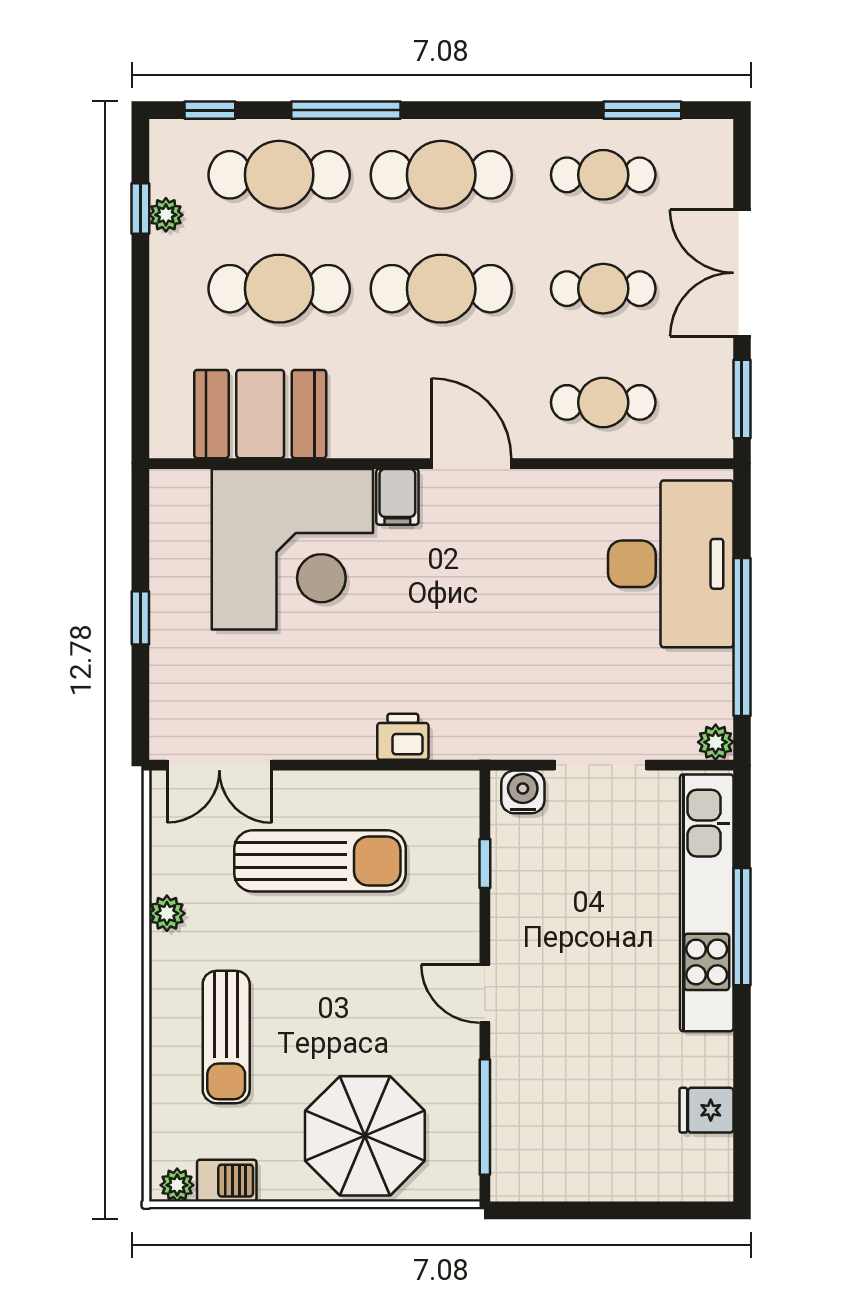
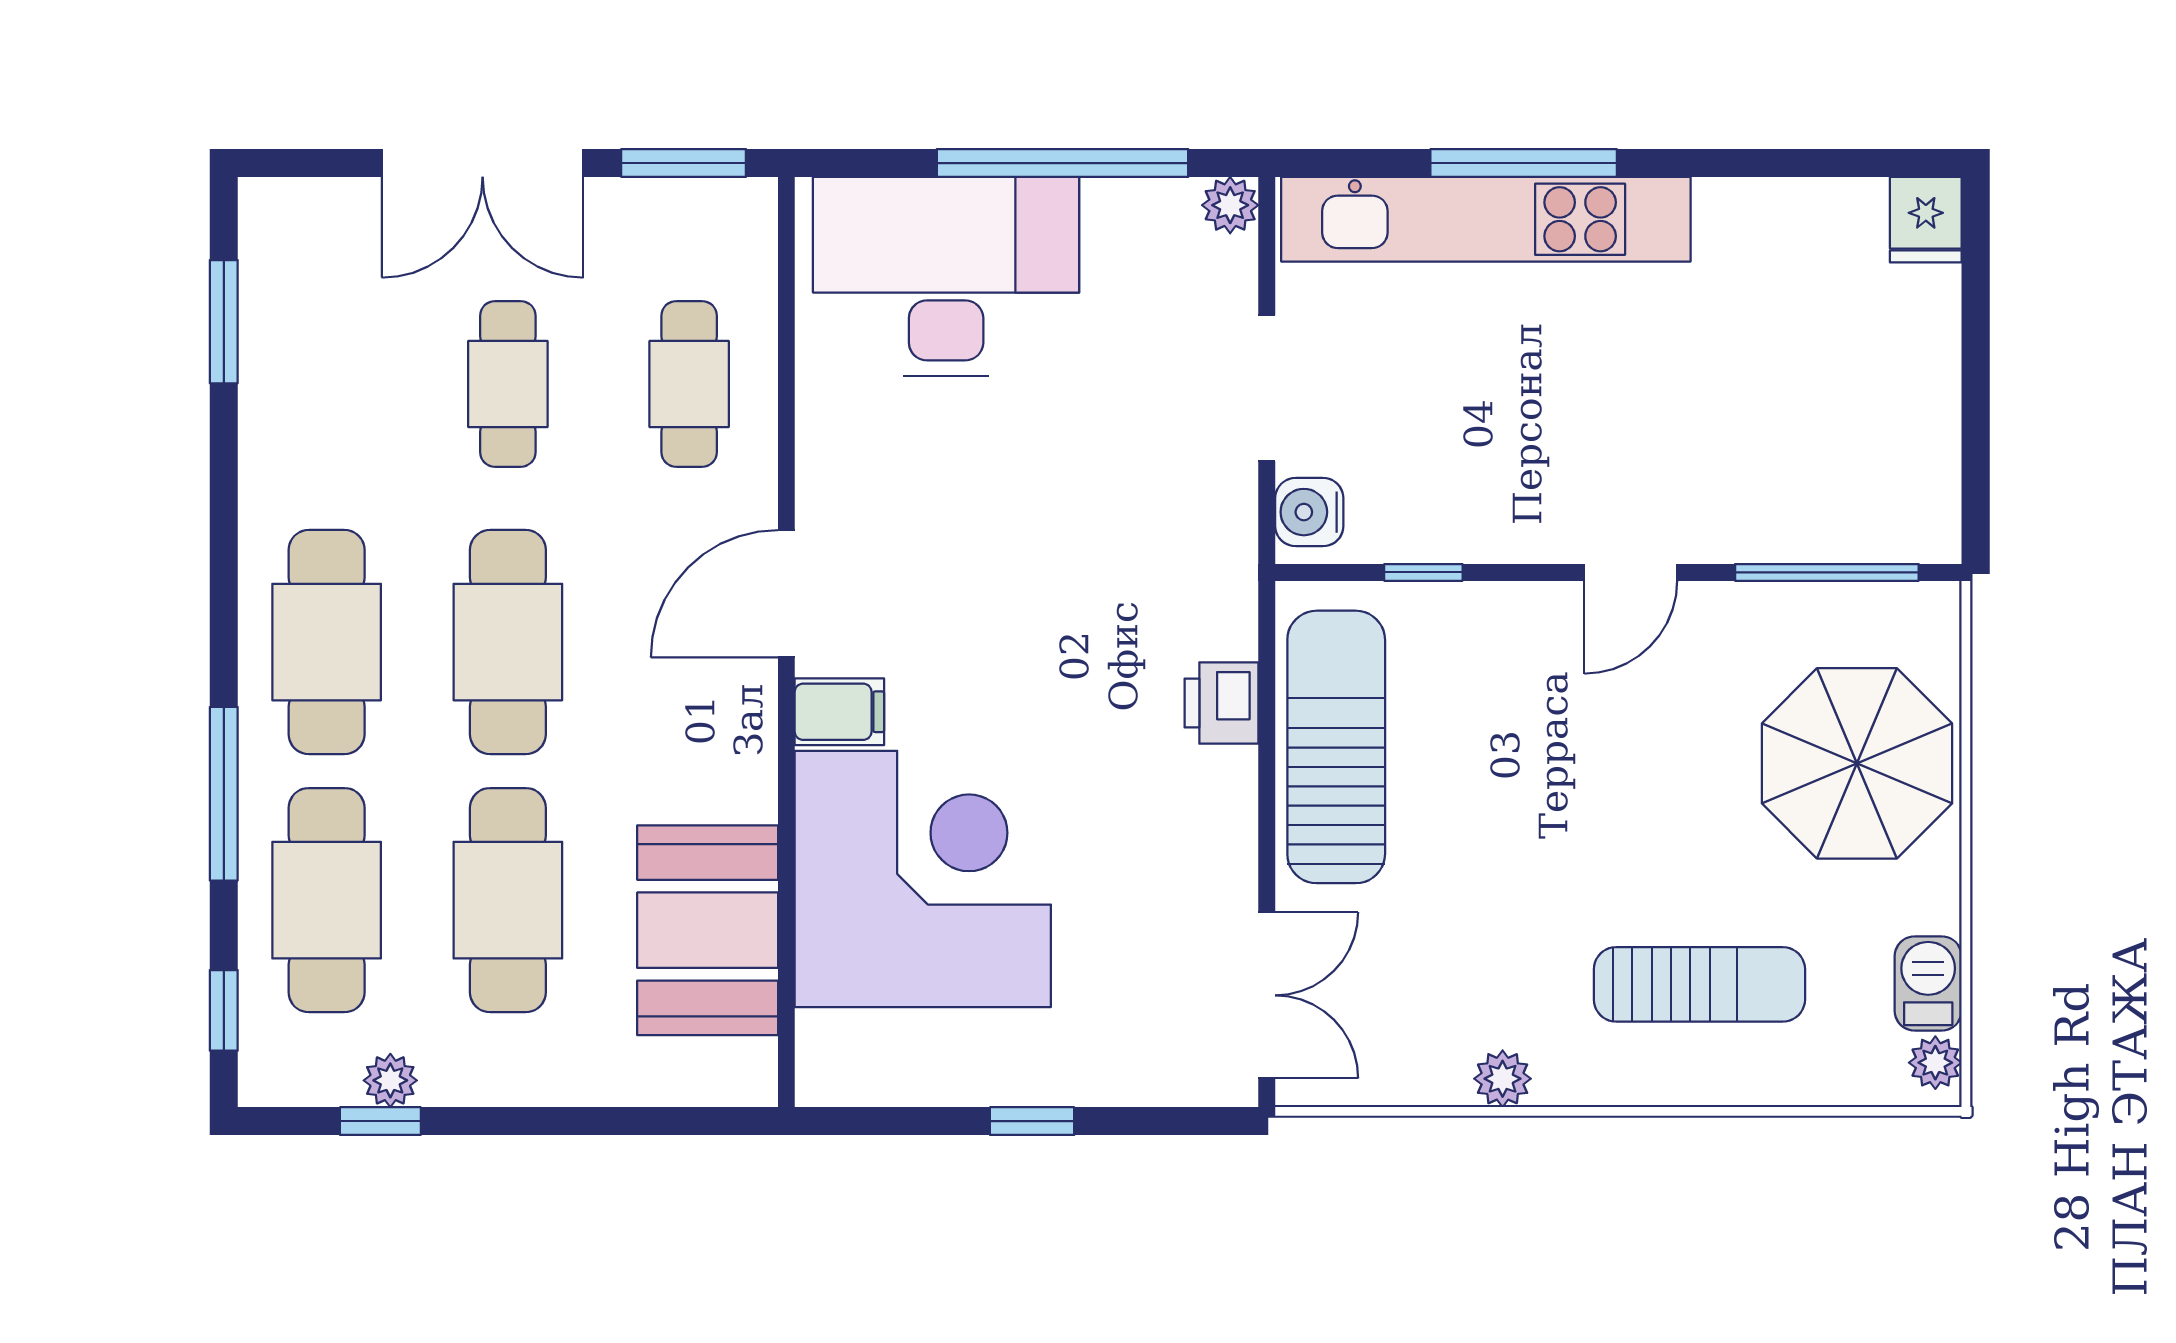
cafe table: (603, 175) -> (327, 384), removed
sun lounger: (320, 861) -> (1336, 747), moved
fridge: (706, 1110) -> (1926, 220), moved

